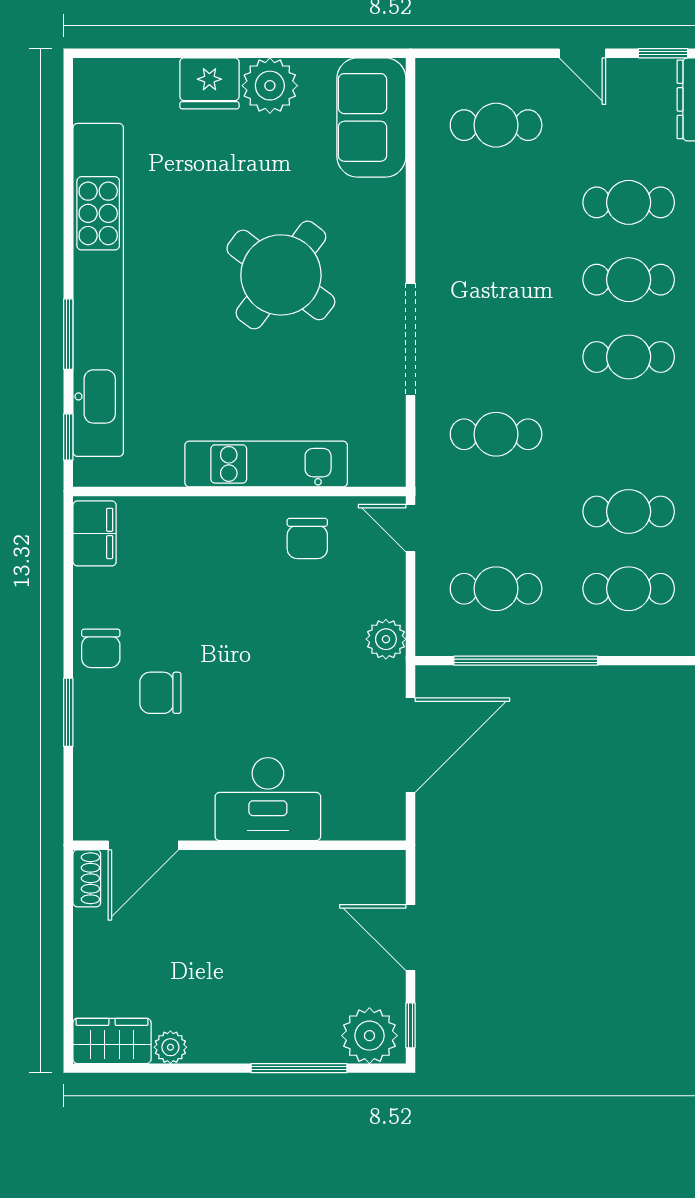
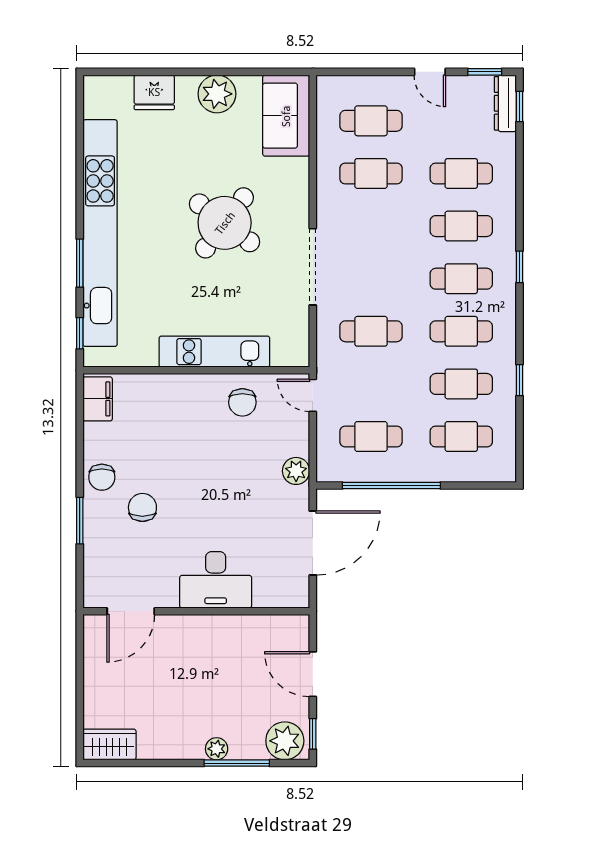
fridge: (209, 83) -> (154, 92), moved
cafe table: (496, 202) -> (371, 173), added
cafe table: (629, 434) -> (461, 331), added
chair: (160, 693) -> (142, 507), turned 90
shoe rack: (87, 878) -> (92, 634), removed
plant: (170, 1047) -> (217, 749), moved

